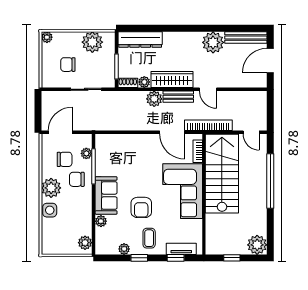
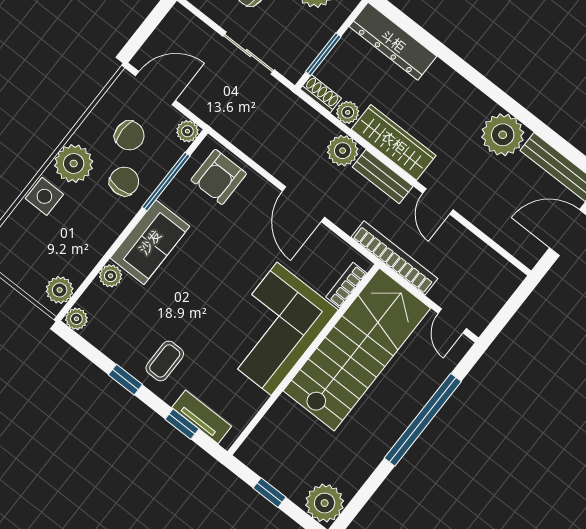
door: (172, 132) -> (303, 204), moved
plant: (86, 153) -> (187, 131), moved
chair: (77, 179) -> (124, 181), turned 90
armchair: (141, 207) -> (219, 177), moved
plant: (124, 249) -> (76, 319), moved

